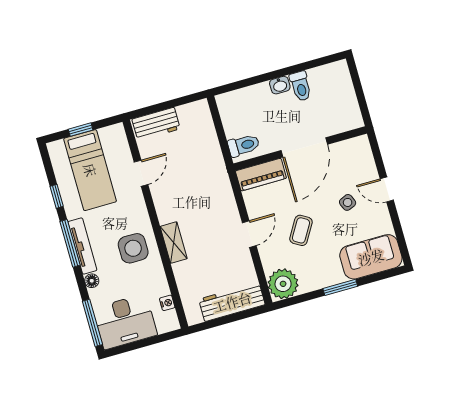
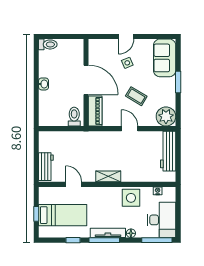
toilet: (301, 86) -> (48, 44), moved
shelving: (174, 243) -> (108, 176), moved
side table: (133, 248) -> (131, 198), moved

